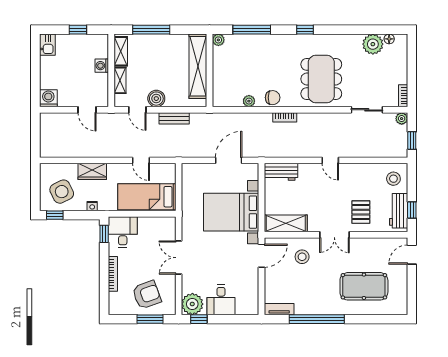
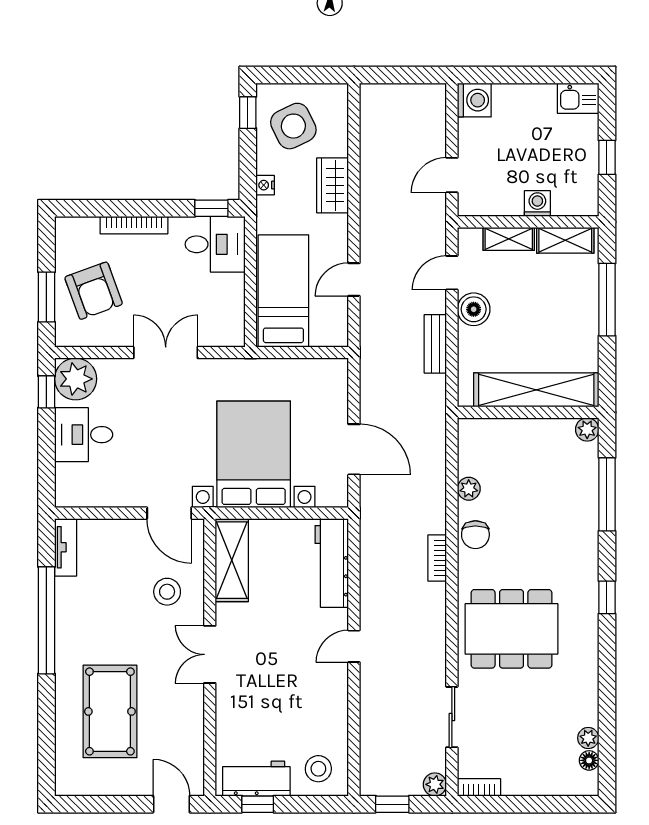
plant: (373, 44) -> (588, 738), width x0.53, depth x0.53
workbench: (281, 172) -> (332, 563), width x1.38
pallet: (361, 212) -> (254, 706), removed

